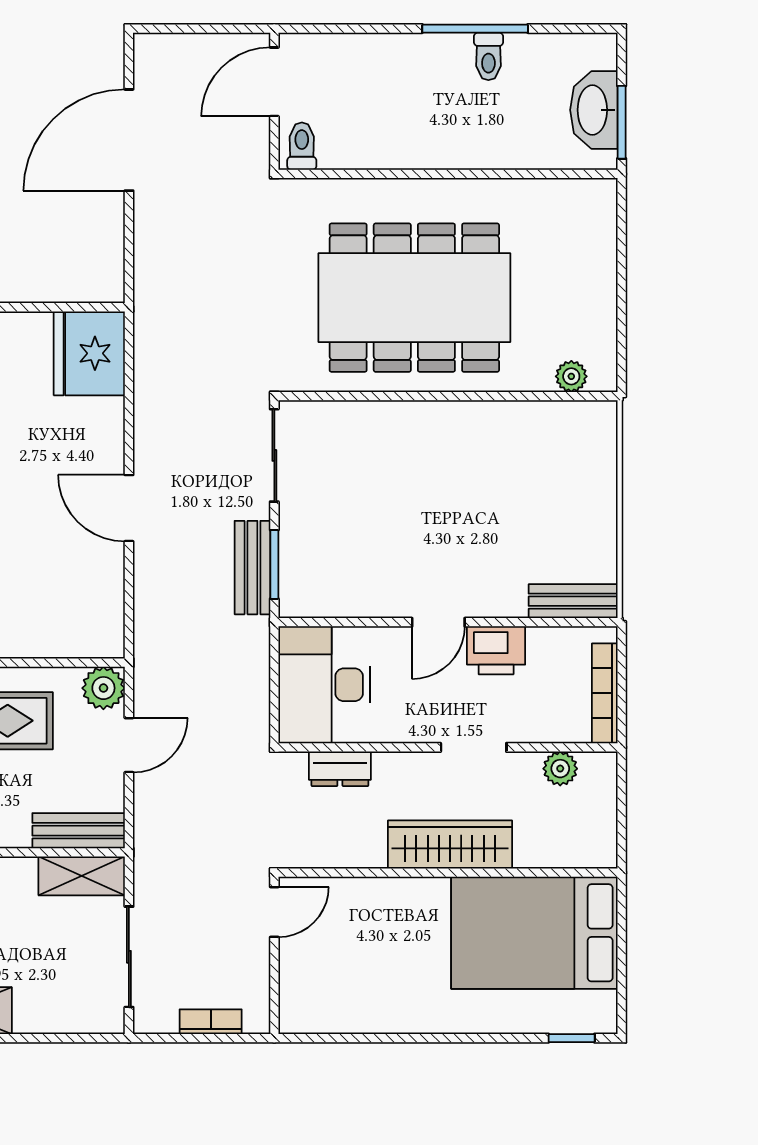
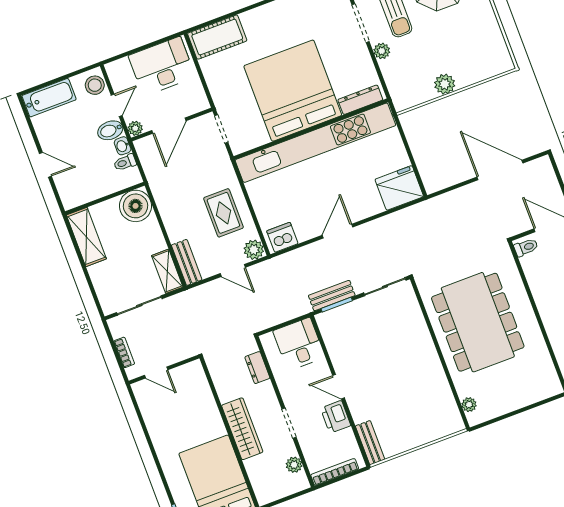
dishwasher: (100, 622) -> (282, 237), added
desk: (324, 685) -> (299, 344), width x0.73
door: (274, 912) -> (156, 373), moved

